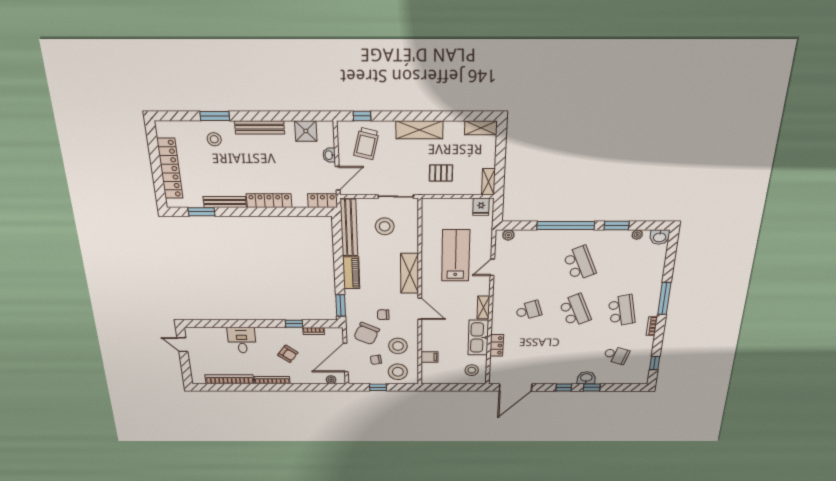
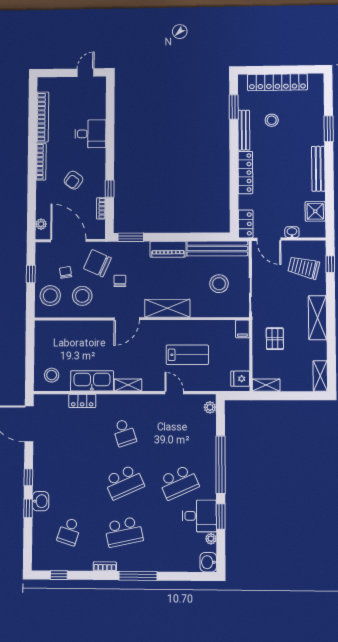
stool: (214, 139) -> (272, 120), moved
desk: (614, 245) -> (199, 516), added
lab bench: (456, 256) -> (187, 355), width x0.73, depth x0.72
filing cabinet: (429, 357) -> (242, 329), moved

